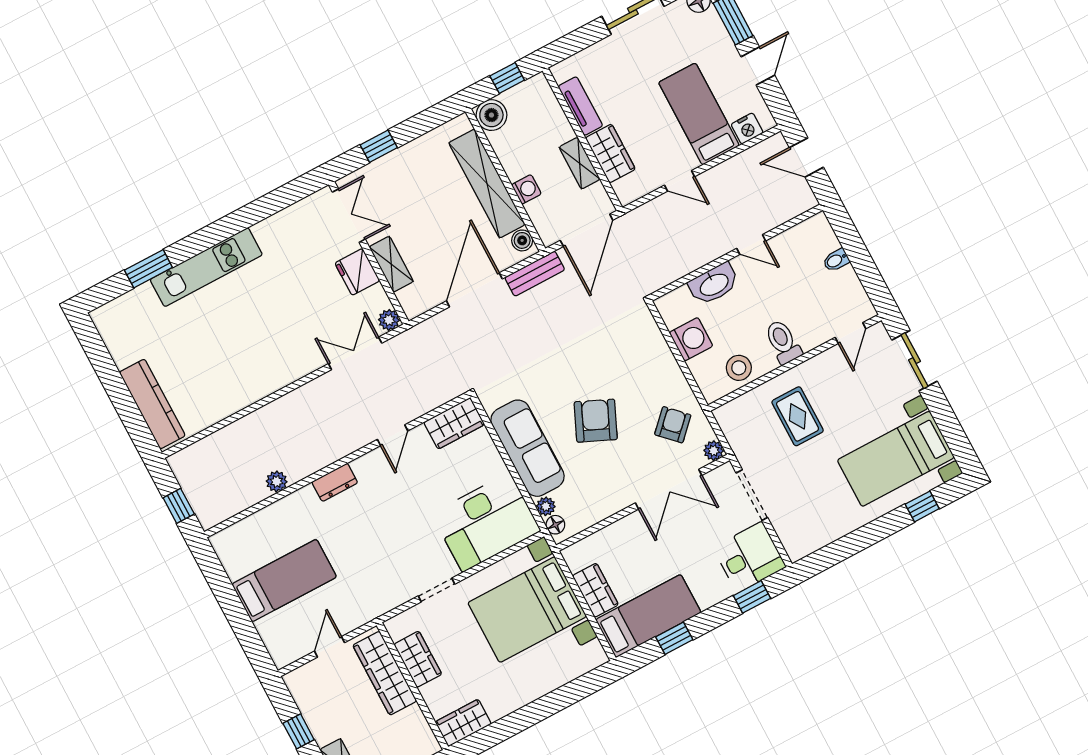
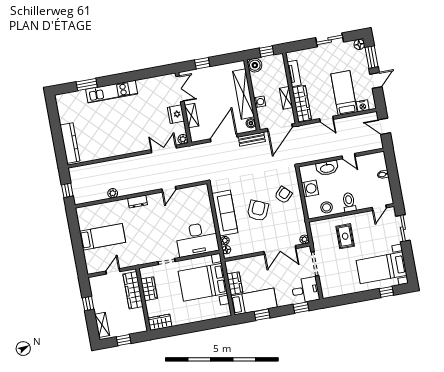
wardrobe: (610, 153) -> (302, 104), width x1.50
wardrobe: (454, 423) -> (197, 192), removed
armchair: (673, 425) -> (283, 195), moved

